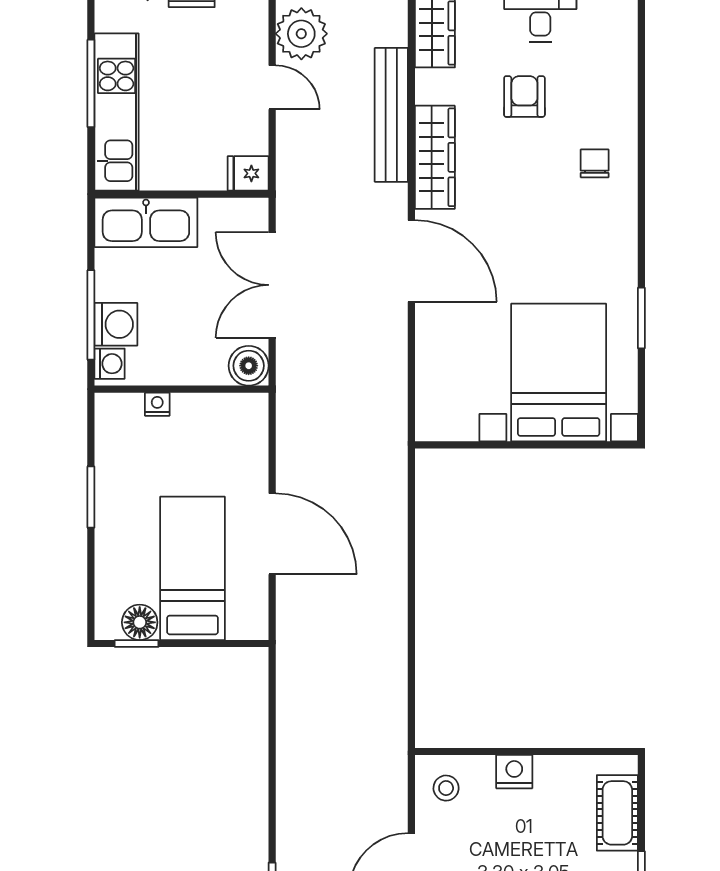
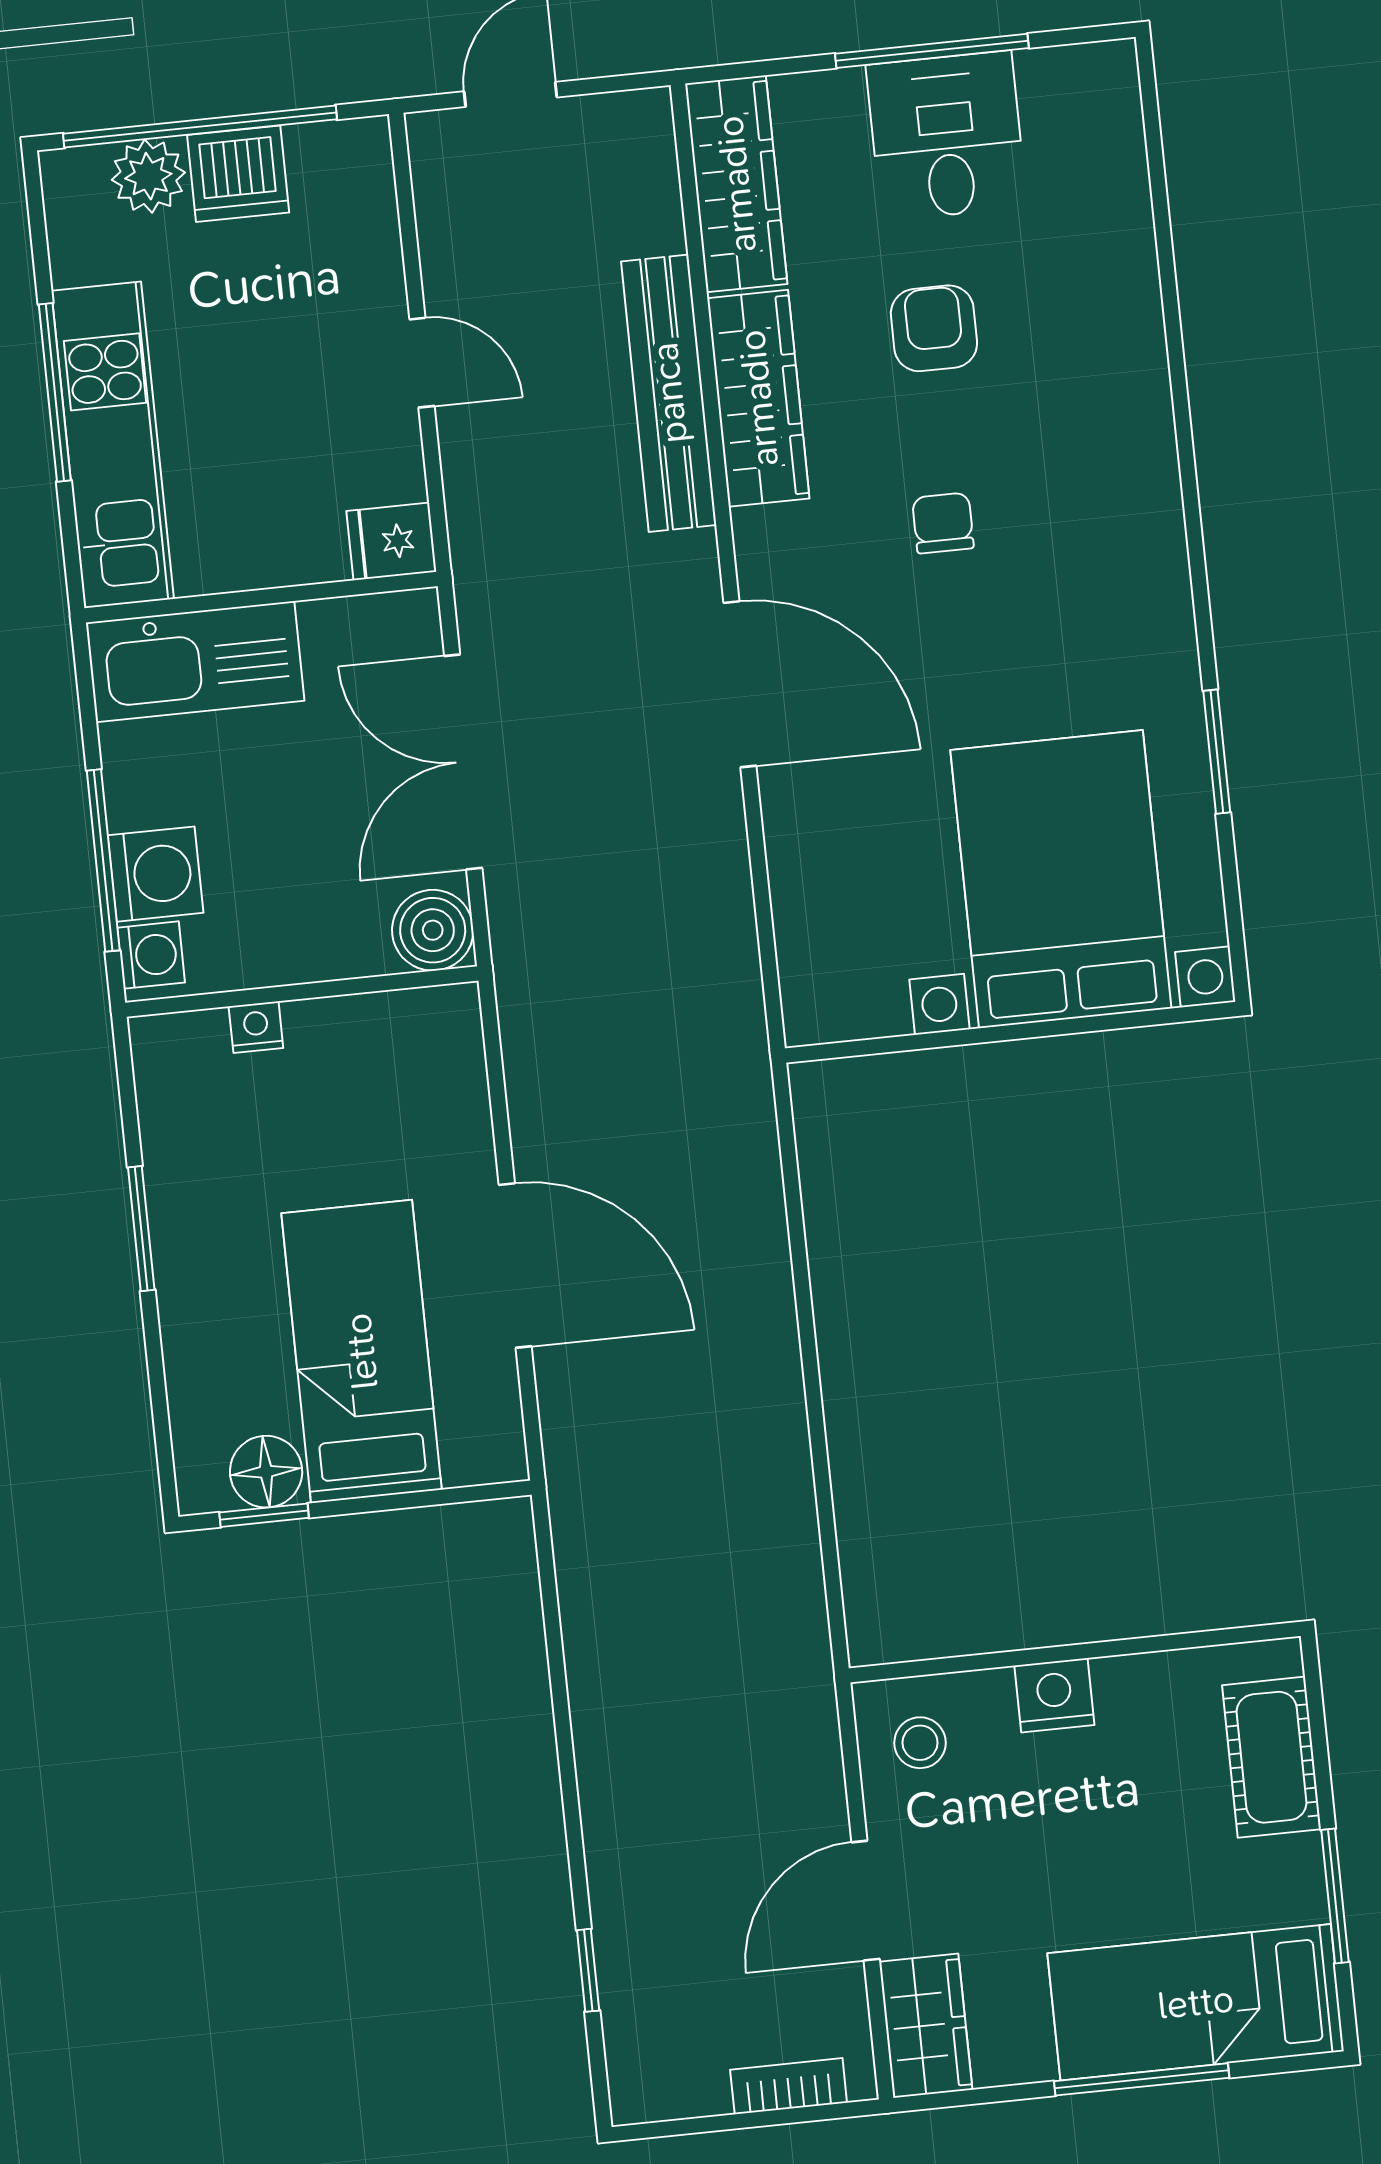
plant: (301, 34) -> (470, 248), removed
wardrobe: (435, 157) -> (758, 398), moved
chair: (595, 163) -> (943, 523), moved

